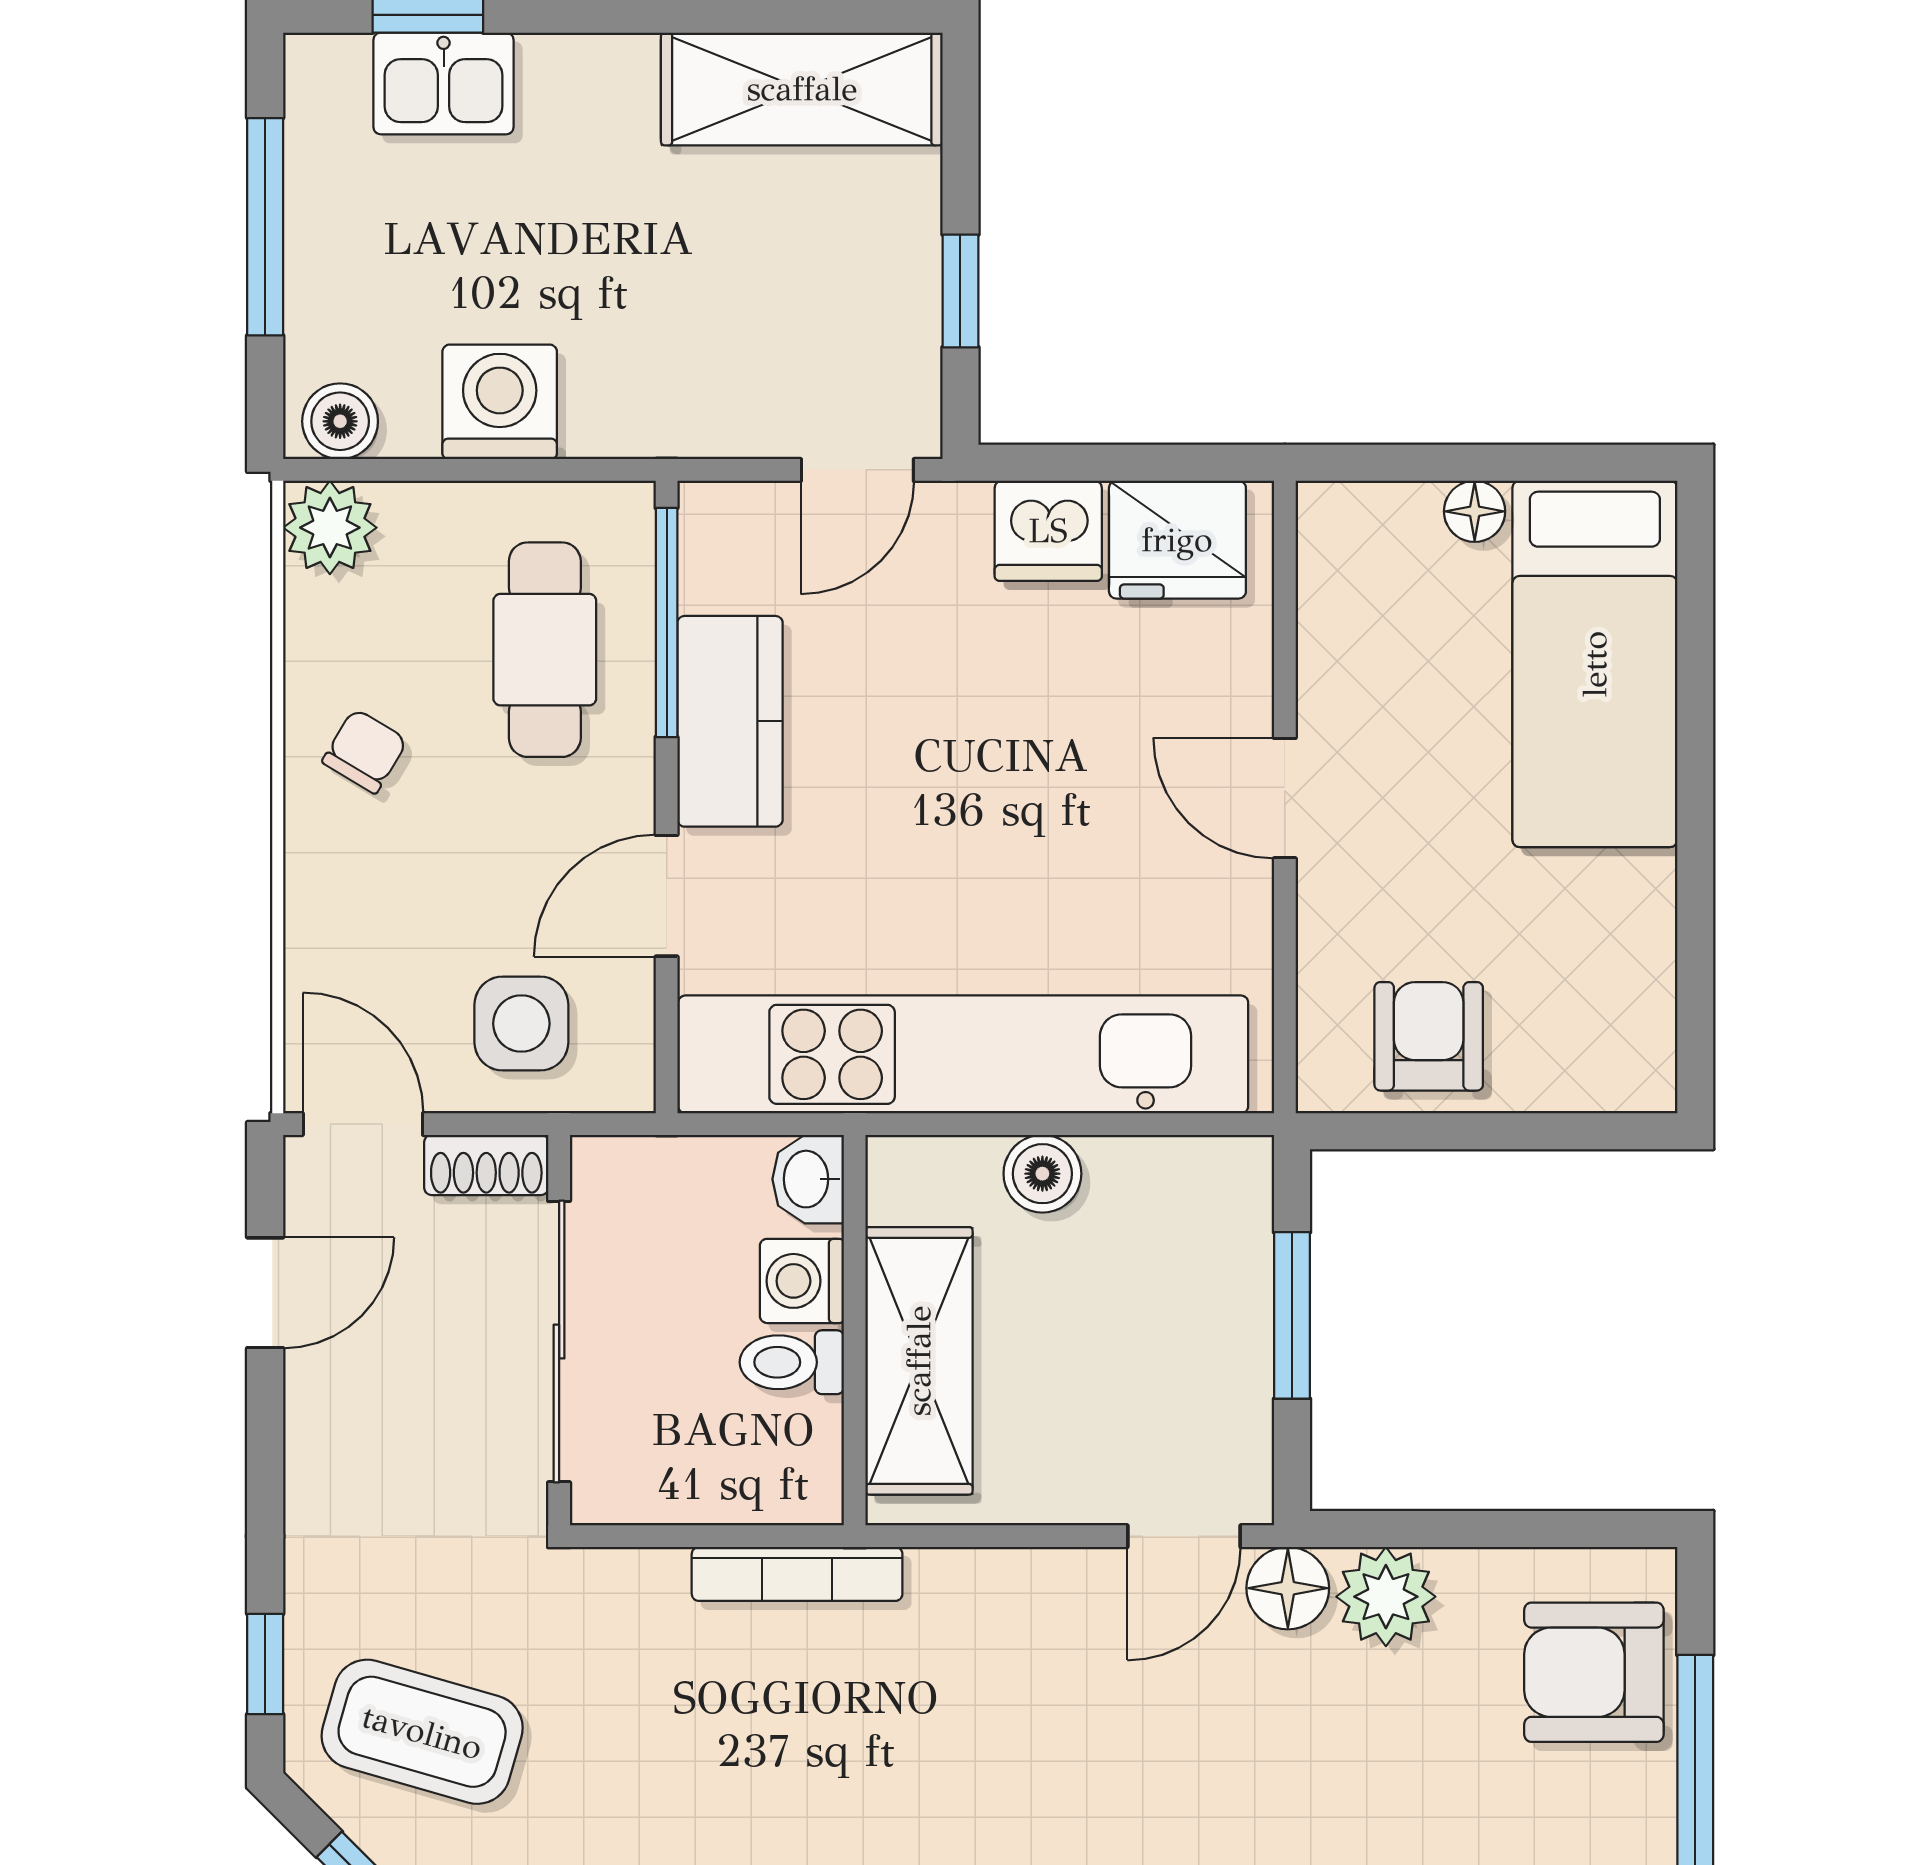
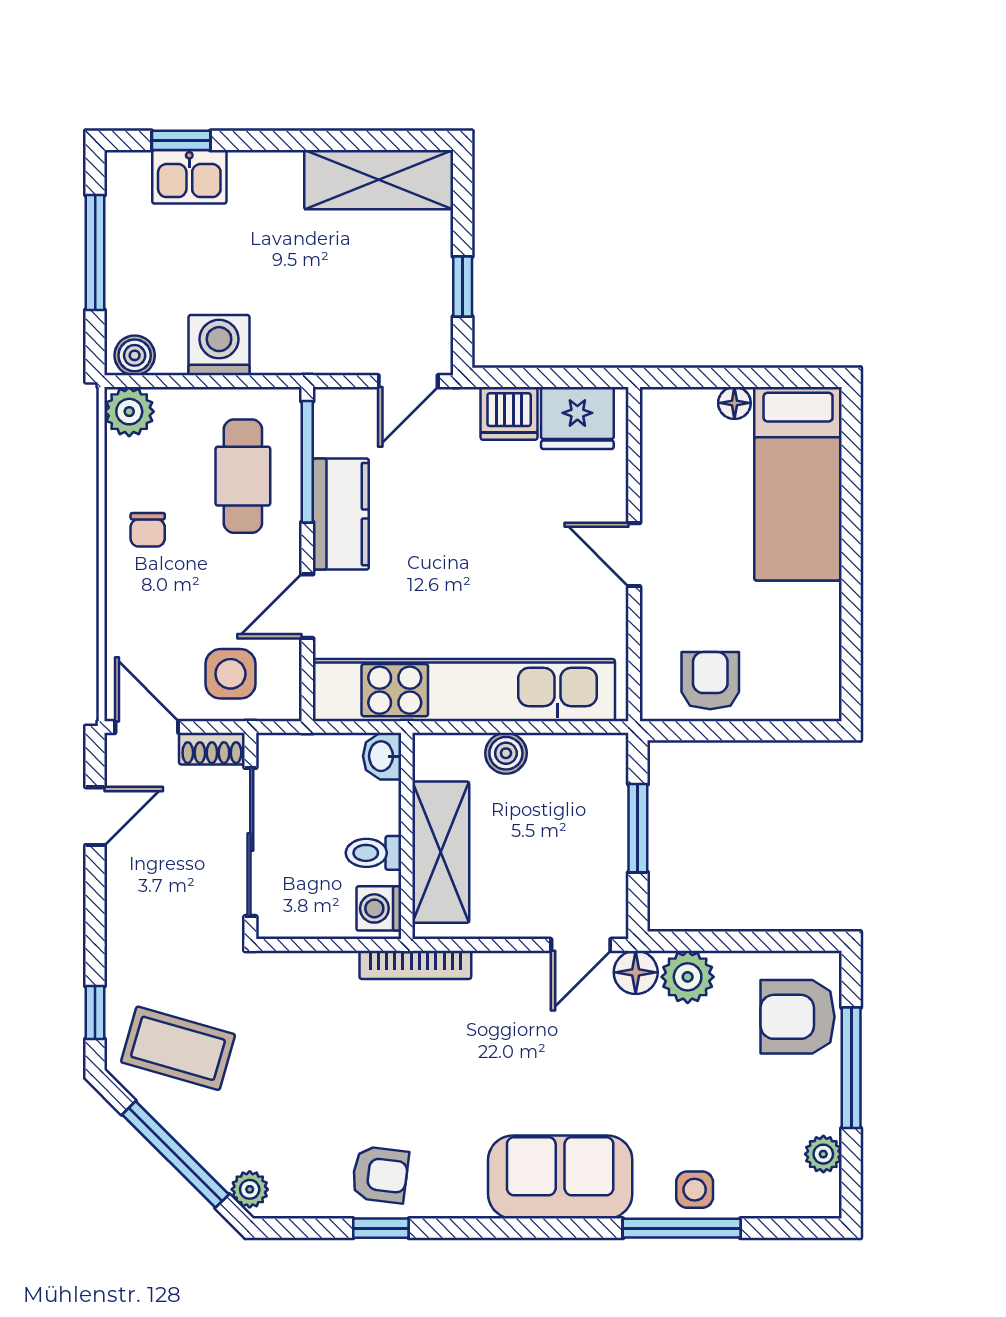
chair: (365, 751) -> (148, 530), turned 149
washing machine: (802, 1281) -> (379, 908), moved
bookcase: (797, 1574) -> (415, 965), moved

